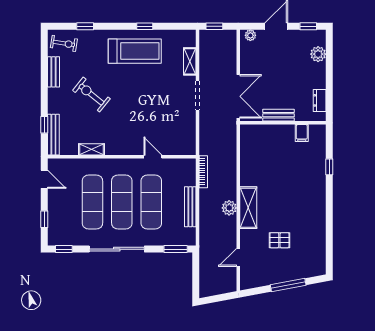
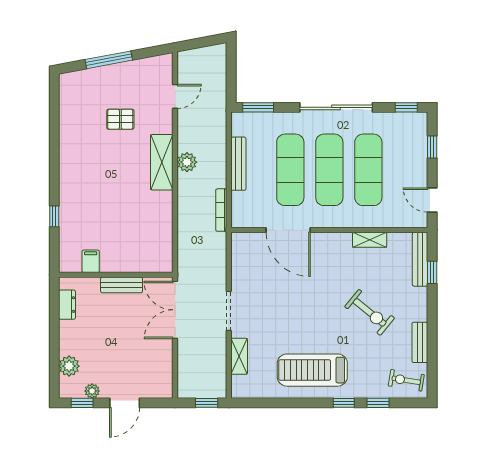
window: (145, 26) -> (344, 403), moved
plant: (250, 35) -> (92, 391), moved
door: (153, 157) -> (288, 230), width x1.88

